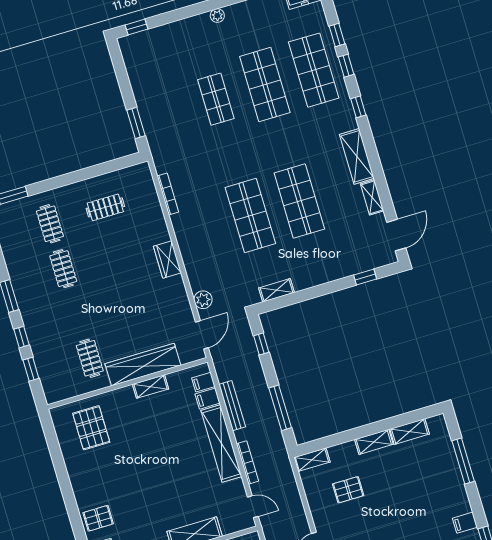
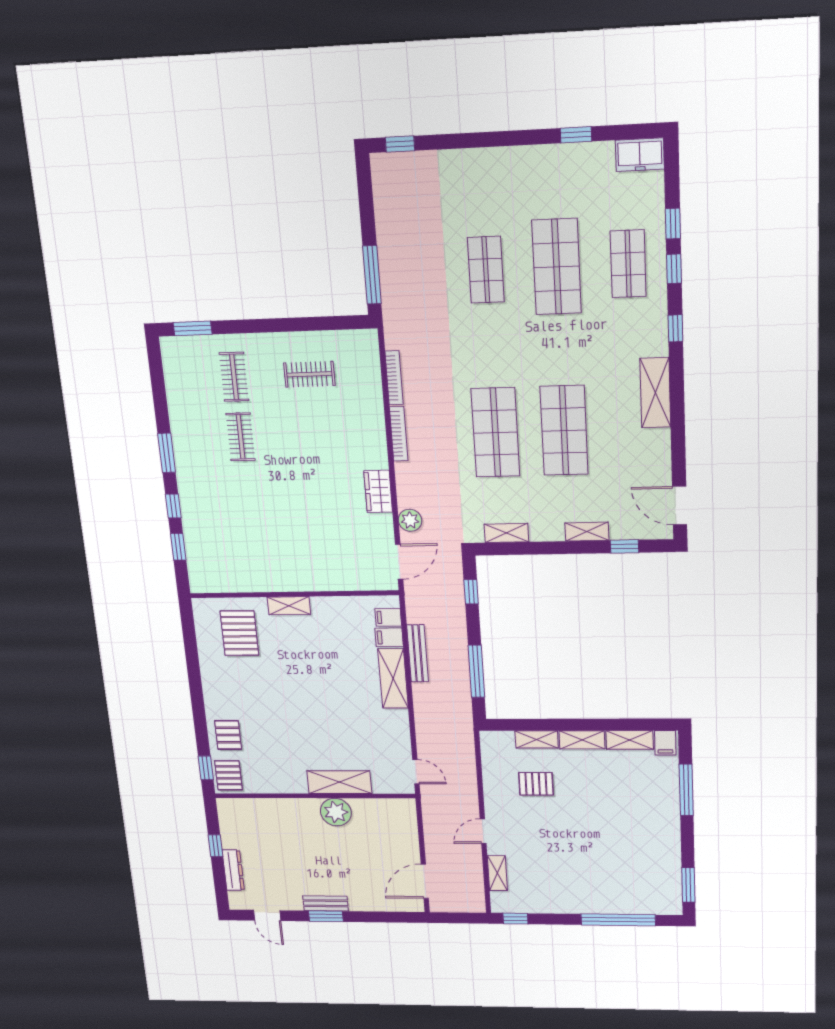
plant: (217, 16) -> (515, 155), removed
shop shelf: (314, 70) -> (628, 264), width x0.70, depth x0.74
window: (136, 123) -> (372, 275), width x1.44
shelving: (372, 197) -> (587, 532), moved, turned 90
door: (396, 235) -> (680, 506), swing flipped
wardrobe: (167, 260) -> (378, 491), moved
clothes rail: (90, 358) -> (253, 553), removed
wardrobe: (143, 365) -> (318, 577), removed
shelving: (150, 387) -> (289, 606), moved
shelving: (221, 443) -> (393, 678), width x0.68
shelving: (312, 460) -> (537, 739), moved
bookcase: (248, 462) -> (399, 434), moved
pallet: (98, 518) -> (228, 735), turned 90
filing cabinet: (465, 523) -> (665, 743), moved, turned -90

